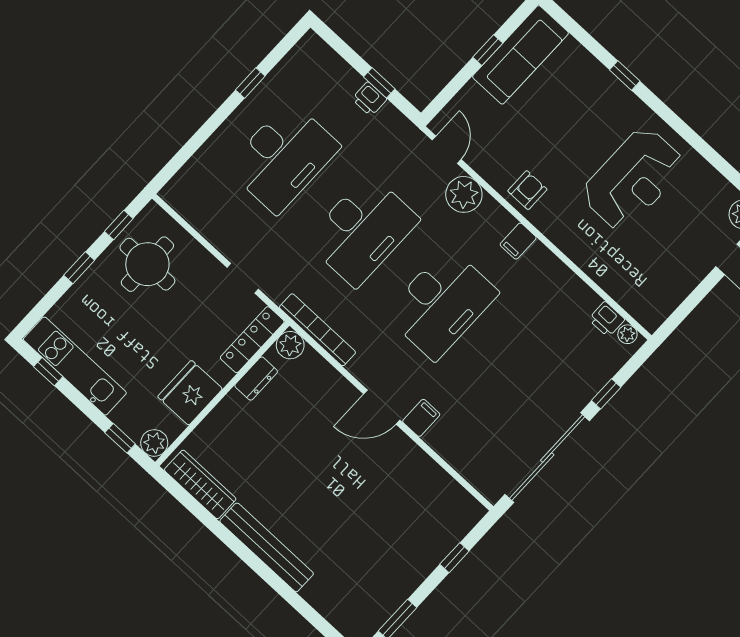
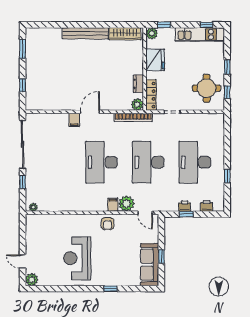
filing cabinet: (518, 241) -> (113, 205), moved
printer: (607, 319) -> (207, 206), moved

